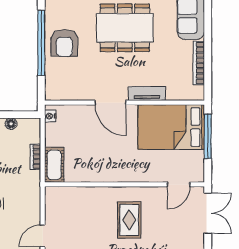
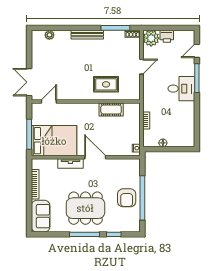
armchair: (64, 43) -> (127, 198), turned 180
cot: (54, 165) -> (111, 109), moved, turned 90
rug: (129, 220) -> (106, 84), moved, turned 90

